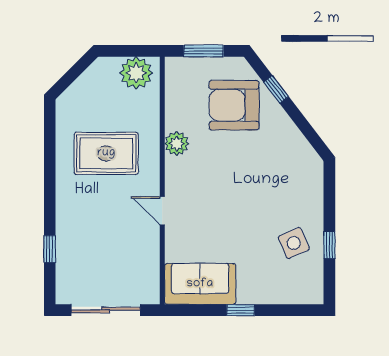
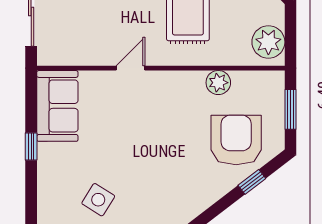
plant: (177, 144) -> (218, 83), moved
side table: (294, 243) -> (98, 200), turned -34

